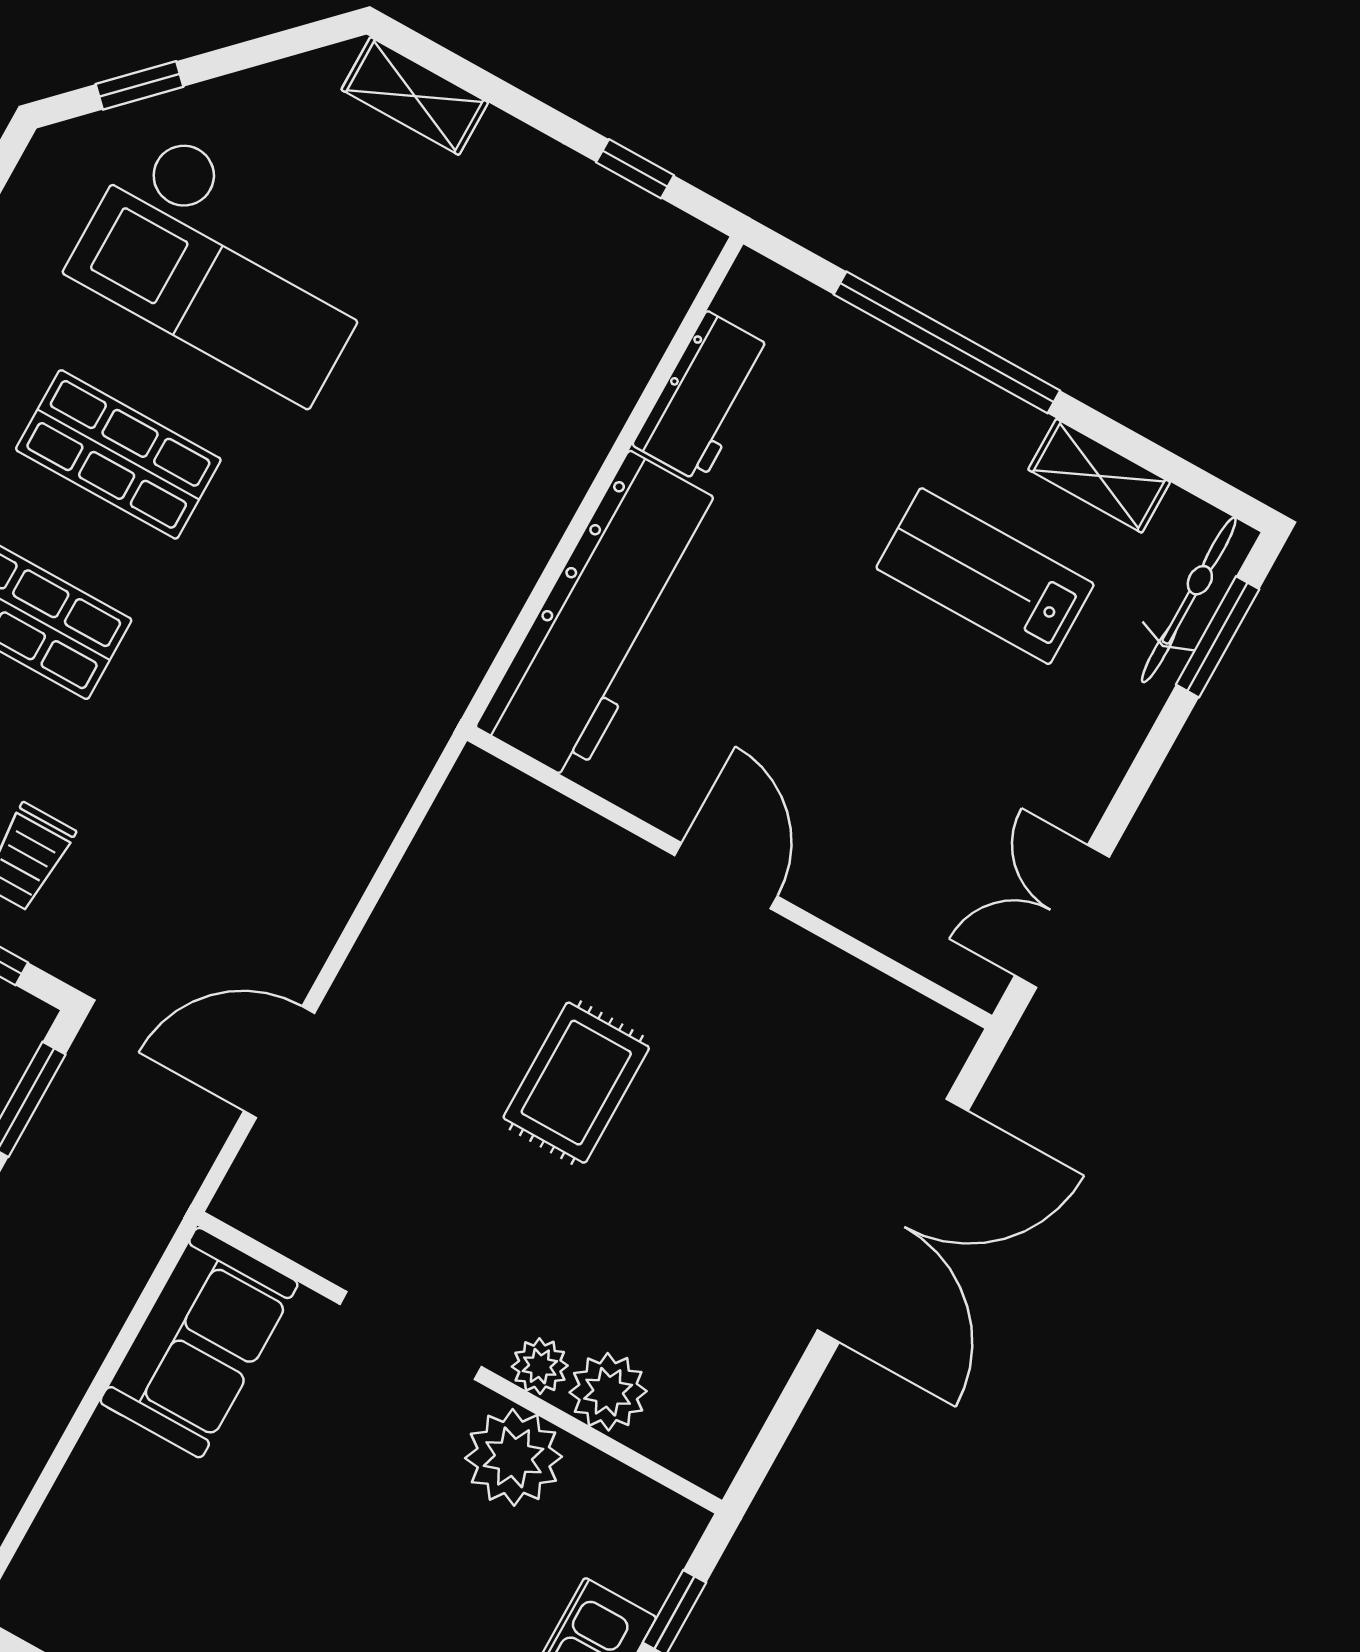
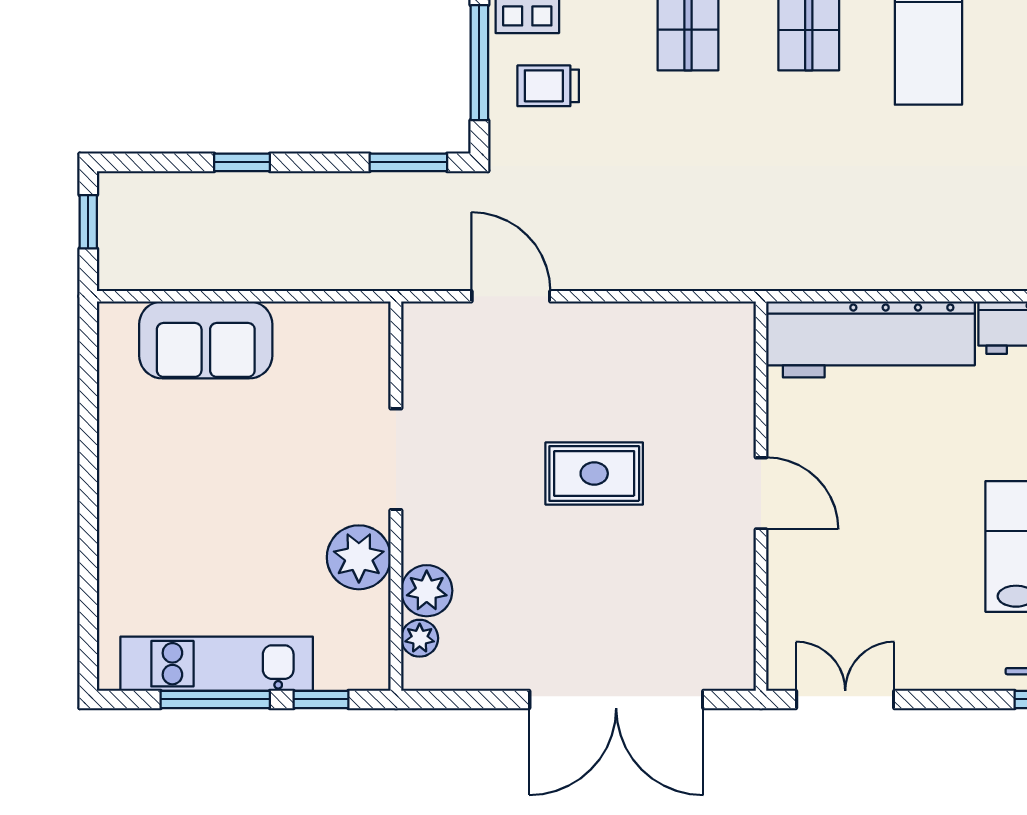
door: (726, 876) -> (761, 493), hinge flipped
sofa: (199, 1343) -> (206, 340), moved
plant: (540, 1366) -> (420, 638), moved

